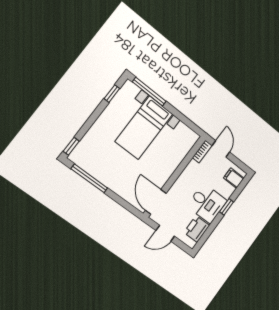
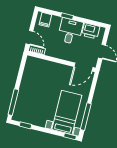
bed with nightstands: (144, 128) -> (67, 112), moved, turned -90
door: (221, 149) -> (29, 37), swing flipped

